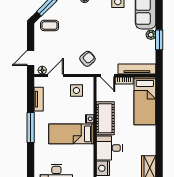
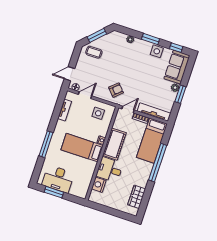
door: (108, 76) -> (128, 109), swing flipped
window: (159, 123) -> (158, 163), added
window: (31, 128) -> (46, 144), moved

